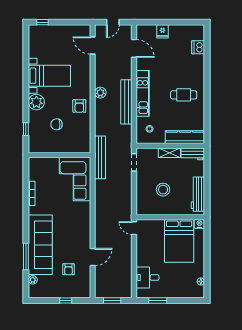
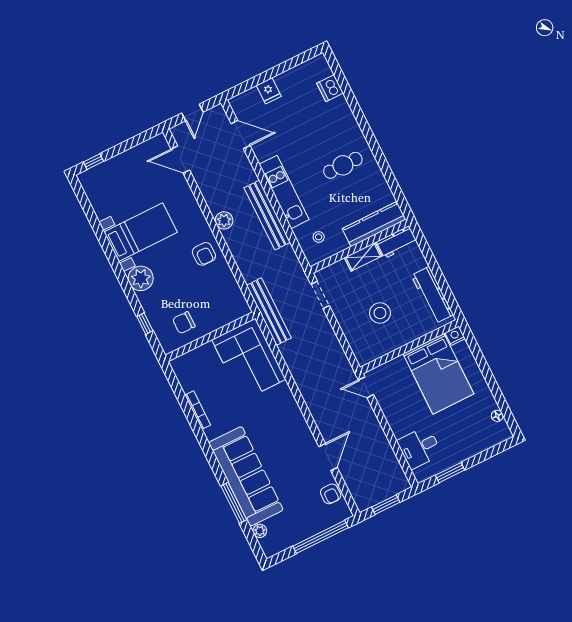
chair: (57, 124) -> (184, 323), moved
armchair: (68, 269) -> (331, 494), moved
window: (66, 300) -> (321, 537), width x3.17

